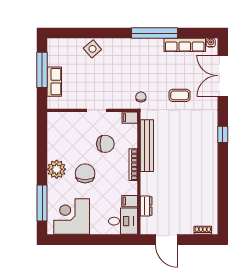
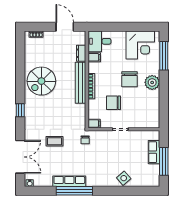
row of seats: (185, 45) -> (69, 181), moved
bench: (147, 146) -> (80, 83), moved
spiral stairs: (196, 171) -> (41, 81), added

